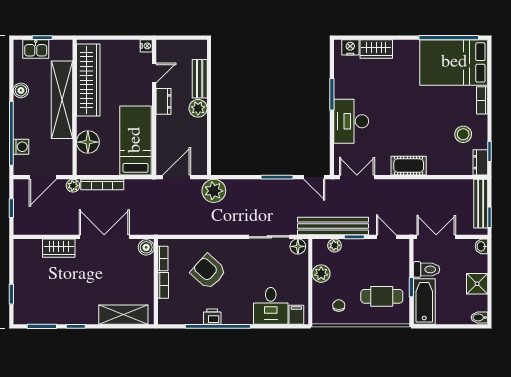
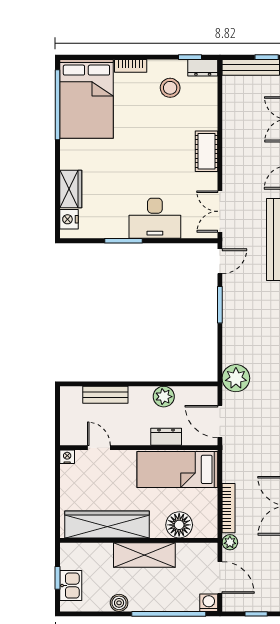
shelving: (62, 100) -> (144, 555), width x0.68
dresser: (164, 101) -> (166, 437), moved
plant: (198, 108) -> (164, 397), moved
washing machine: (21, 147) -> (209, 603), moved

